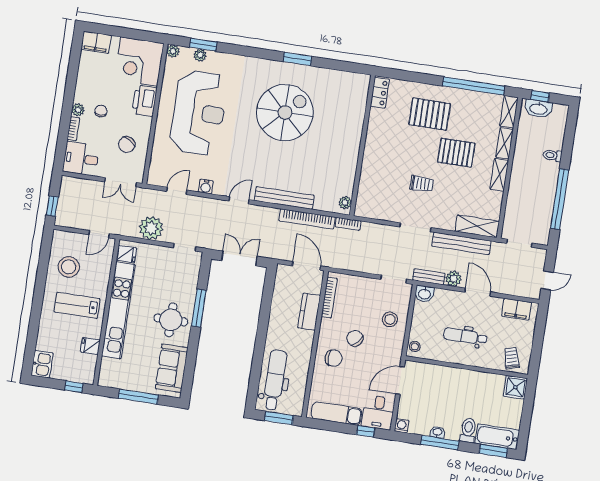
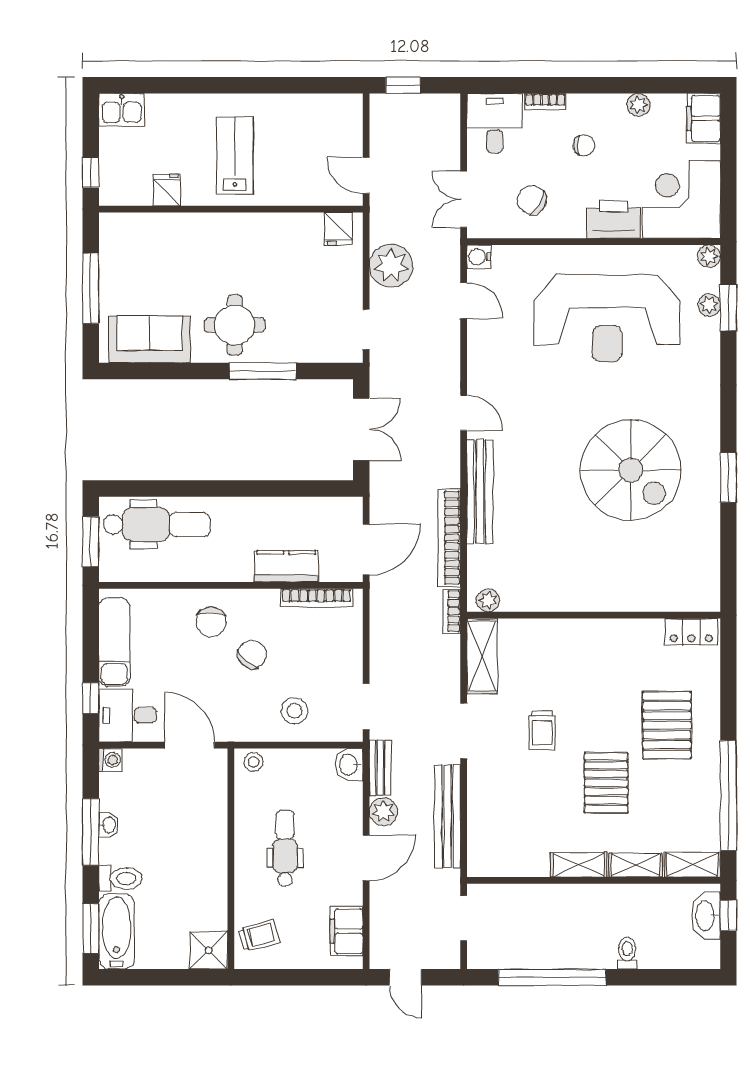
plant: (78, 110) -> (638, 105), moved
water cooler: (206, 187) -> (479, 257), moved
shelving: (477, 226) -> (482, 656), moved
stool: (69, 267) -> (300, 131), removed
kitchen unit: (118, 310) -> (237, 230), removed

